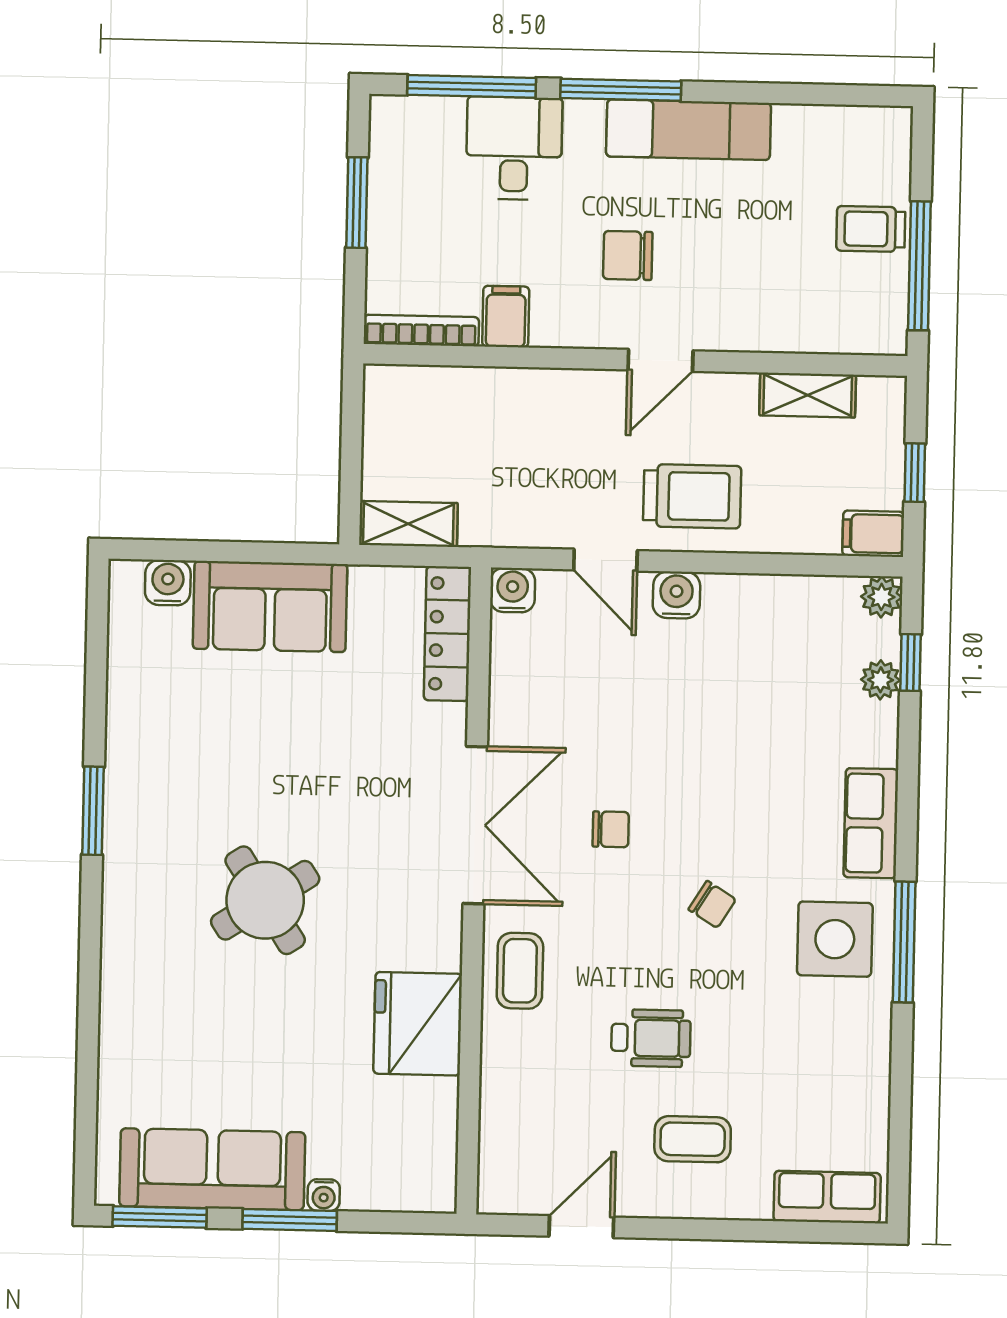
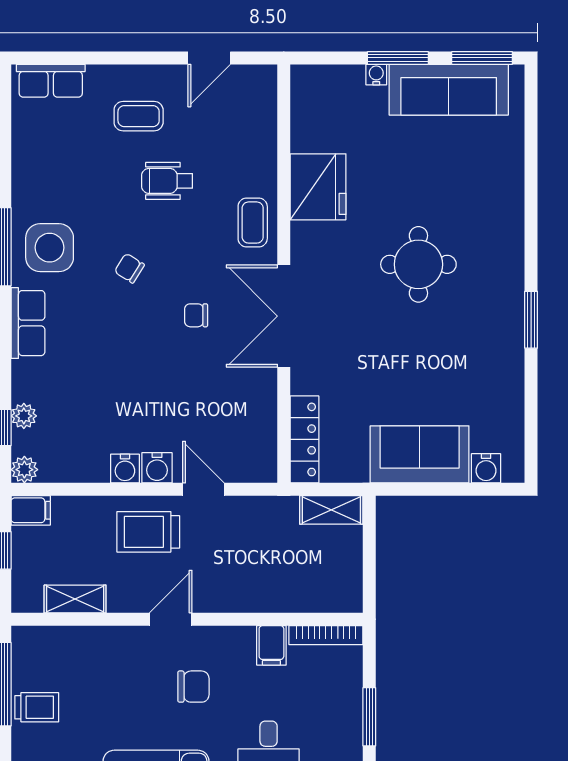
water cooler: (513, 590) -> (125, 469), moved
round table: (265, 900) -> (418, 264), turned 33

